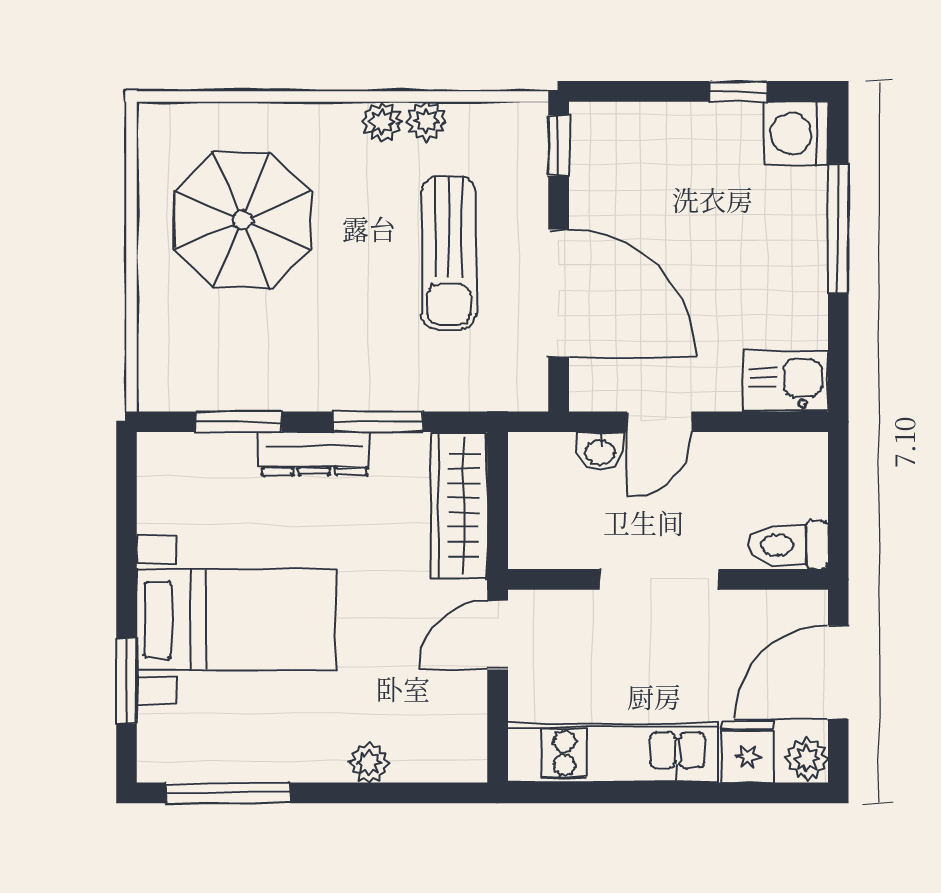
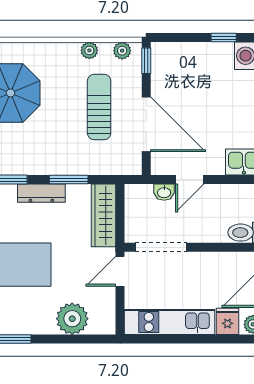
plant: (382, 122) -> (122, 51), moved
sun lounger: (449, 253) -> (99, 107), turned 180
doorway: (659, 579) -> (161, 247), moved
plant: (369, 763) -> (72, 319), width x1.88, depth x1.88

